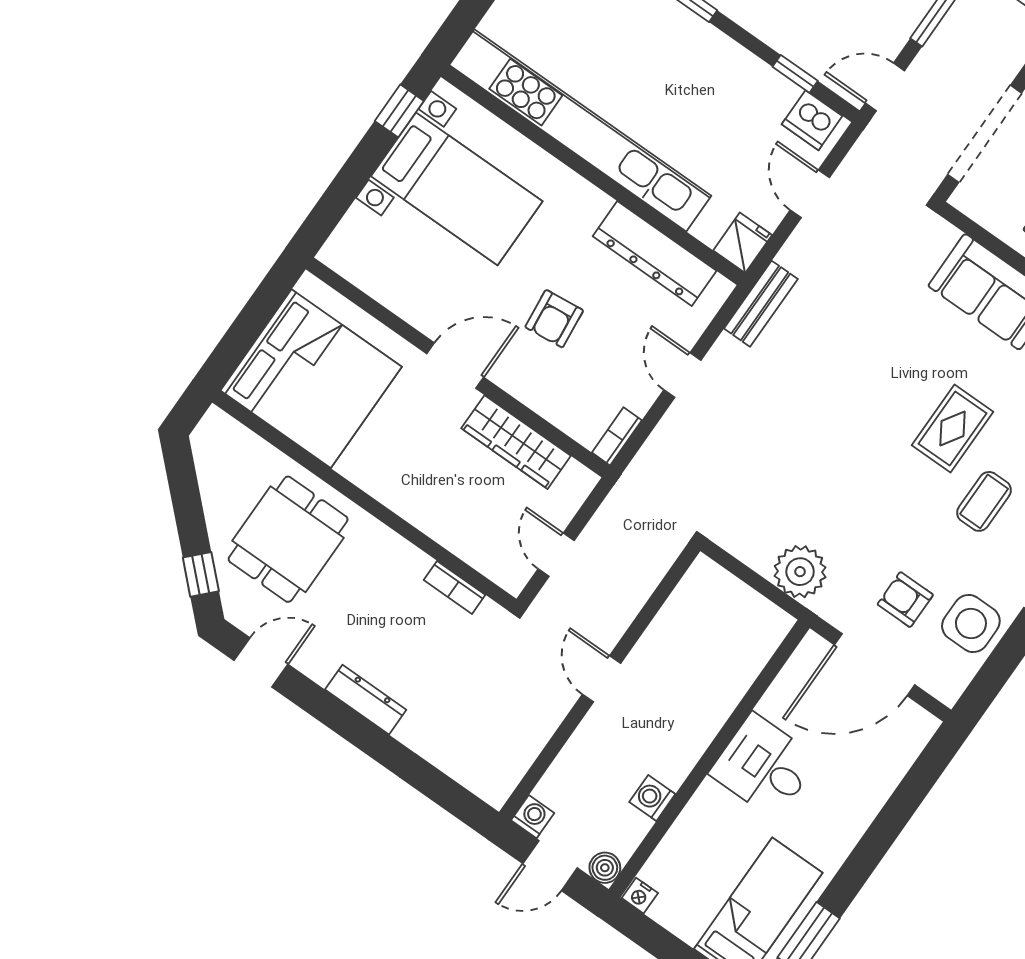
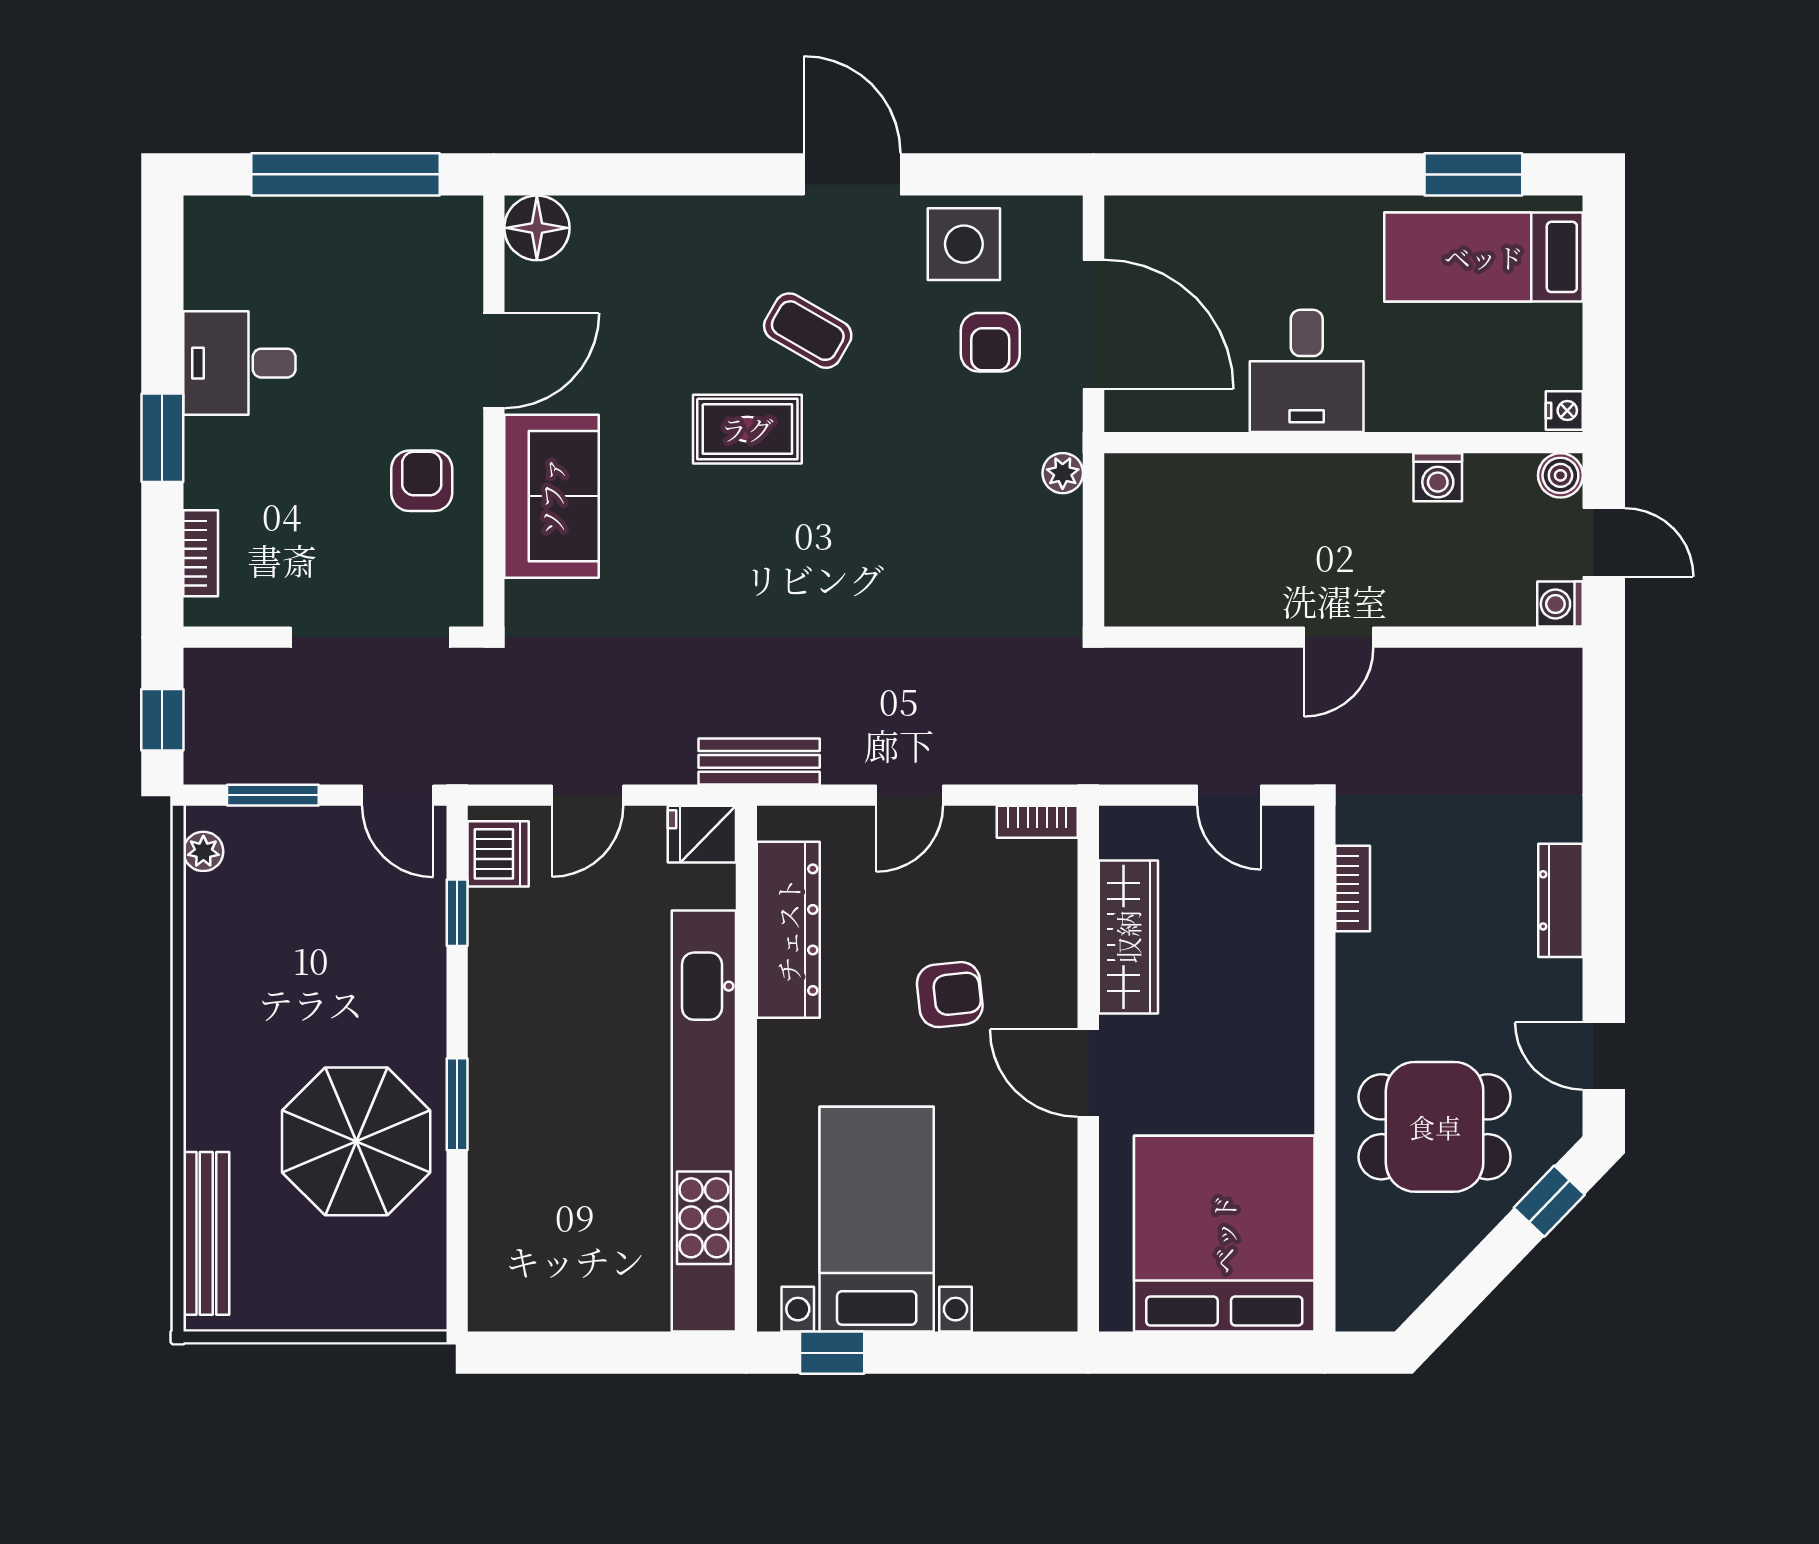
coffee table: (984, 501) -> (808, 331), turned 30
door: (556, 555) -> (1229, 795), hinge flipped
plant: (800, 572) -> (1063, 473), width x0.53, depth x0.53

